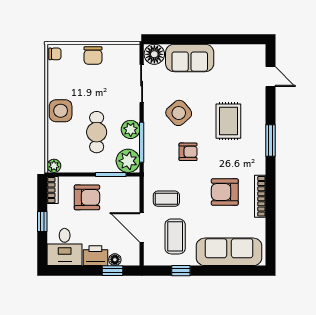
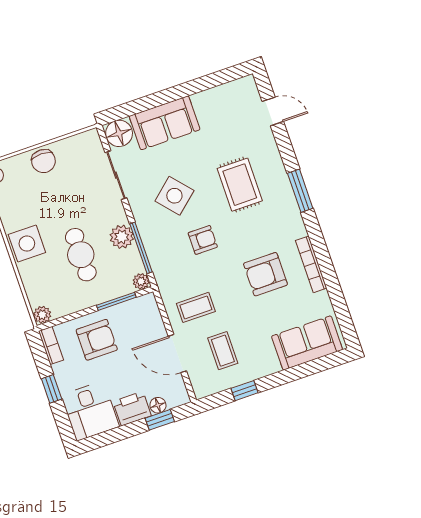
plant: (128, 161) -> (141, 281), width x0.53, depth x0.53
coffee table: (175, 236) -> (223, 351), width x0.73, depth x0.77
sofa: (229, 252) -> (307, 343), width x0.73

